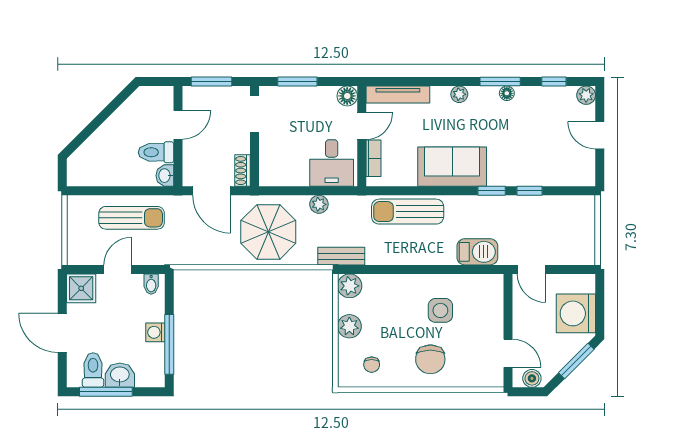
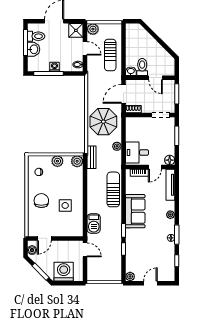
plant: (586, 95) -> (130, 277), moved
door: (362, 126) -> (155, 167), hinge flipped
plant: (78, 253) -> (93, 29), added
door: (531, 269) -> (85, 250), swing flipped
chair: (430, 359) -> (41, 201), turned 90

